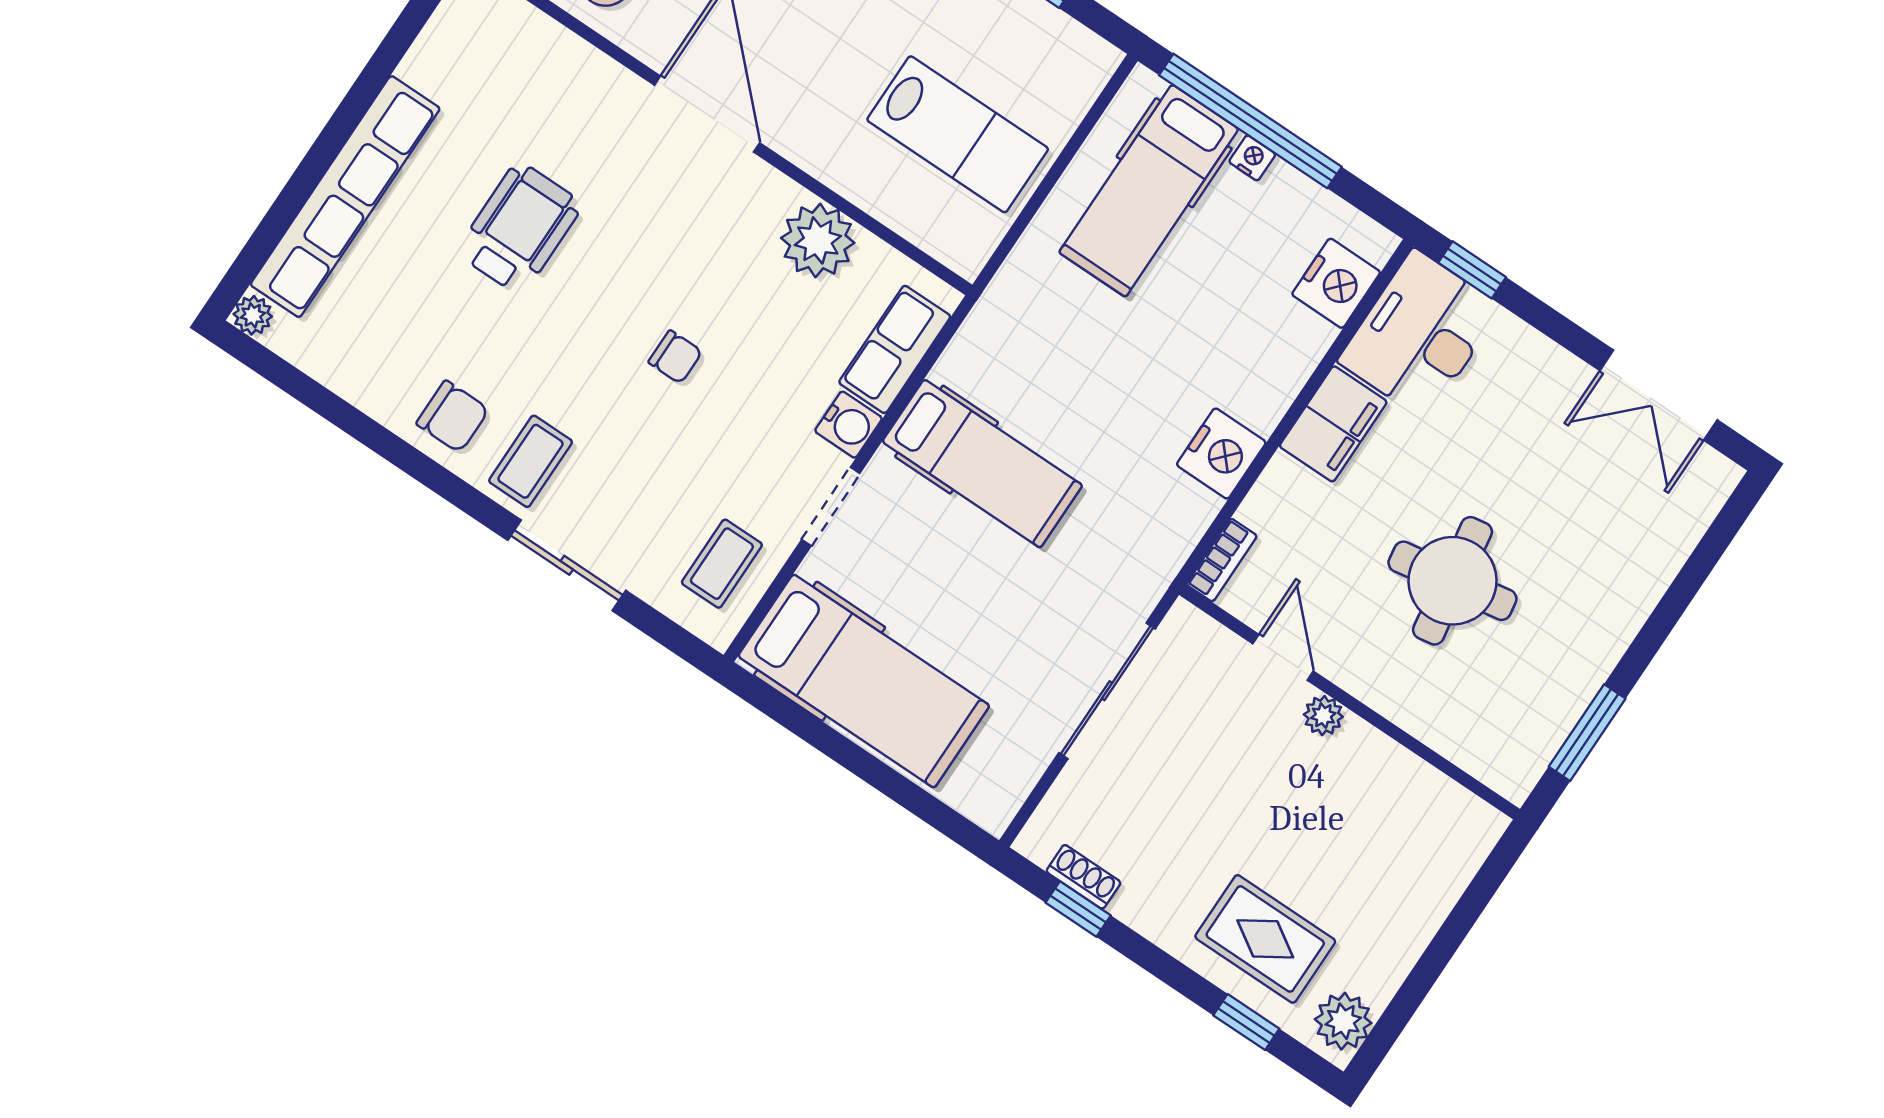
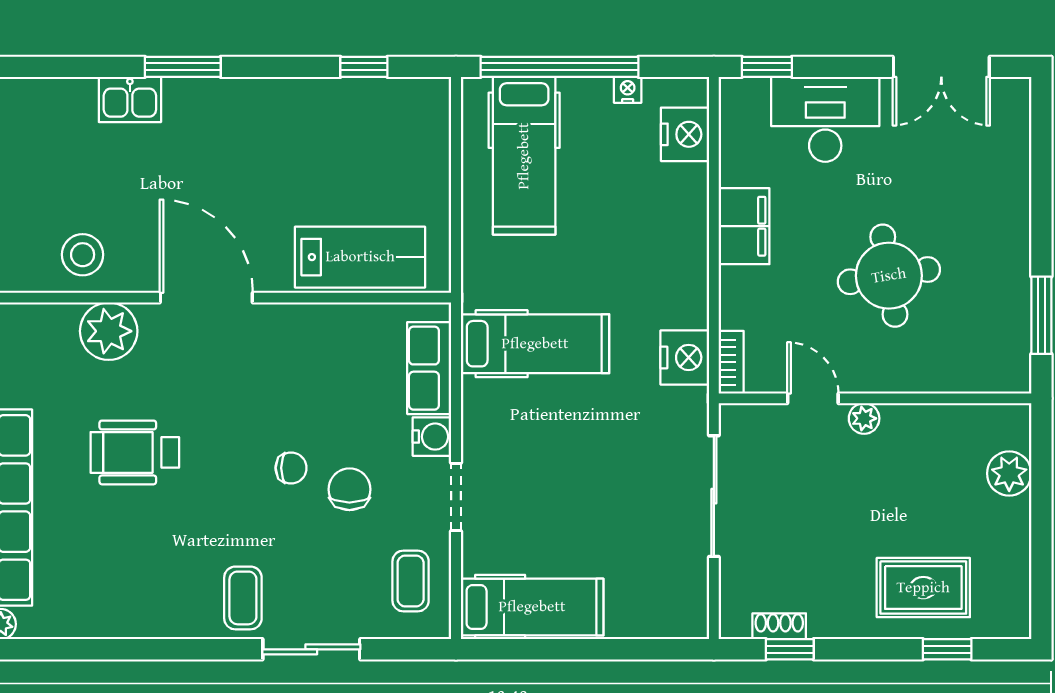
lab bench: (958, 134) -> (360, 257), moved
nightstand: (1252, 158) -> (628, 90), moved
wheelchair: (520, 228) -> (135, 452), turned -90
plant: (818, 240) -> (109, 331), moved
desk: (1420, 334) -> (825, 119), moved, turned 90
chair: (453, 416) -> (349, 489), moved, turned -90
nightstand: (1221, 453) -> (685, 357), moved
hospital bed: (982, 463) -> (535, 344), moved
hospital bed: (864, 681) -> (532, 607), width x0.73, depth x0.78
plant: (1343, 1021) -> (1009, 473), moved

